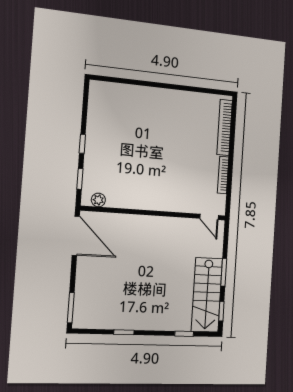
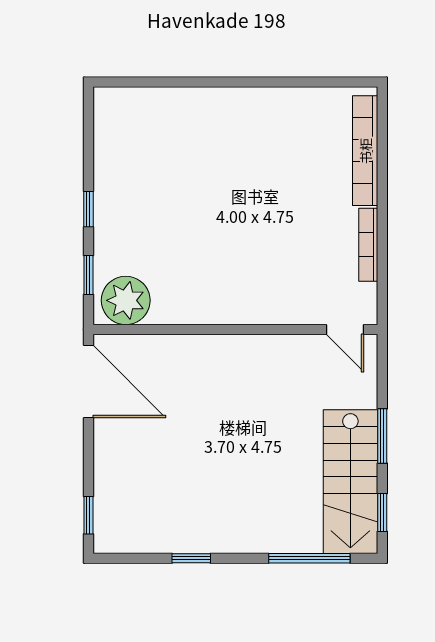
plant: (98, 200) -> (126, 300), width x1.88, depth x1.88
window: (71, 308) -> (88, 515), width x0.67
window: (184, 334) -> (309, 558), width x2.17

